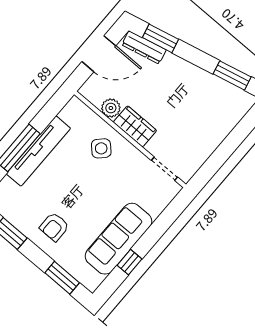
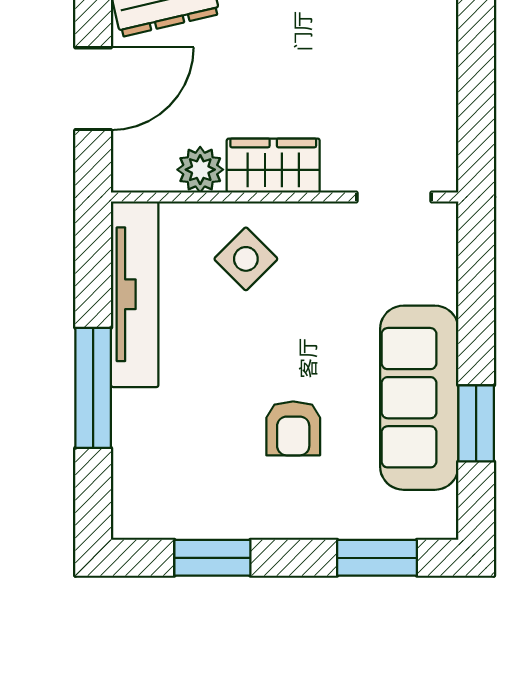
tv unit: (38, 151) -> (135, 294), moved
armchair: (54, 227) -> (293, 428), moved
window: (129, 262) -> (476, 423), width x1.50

